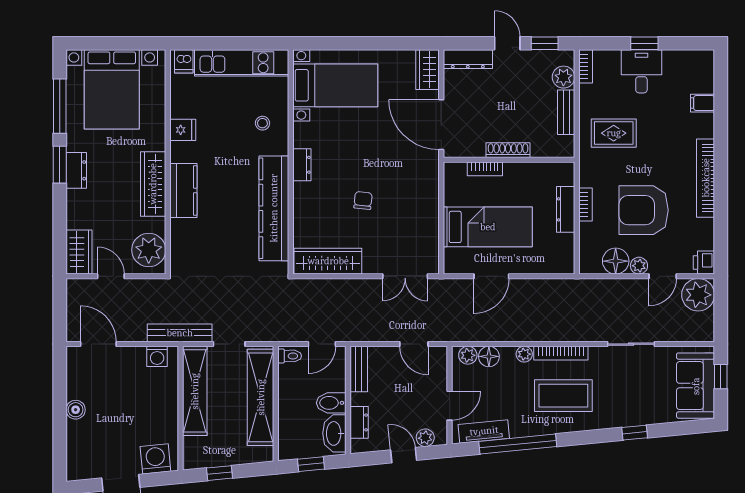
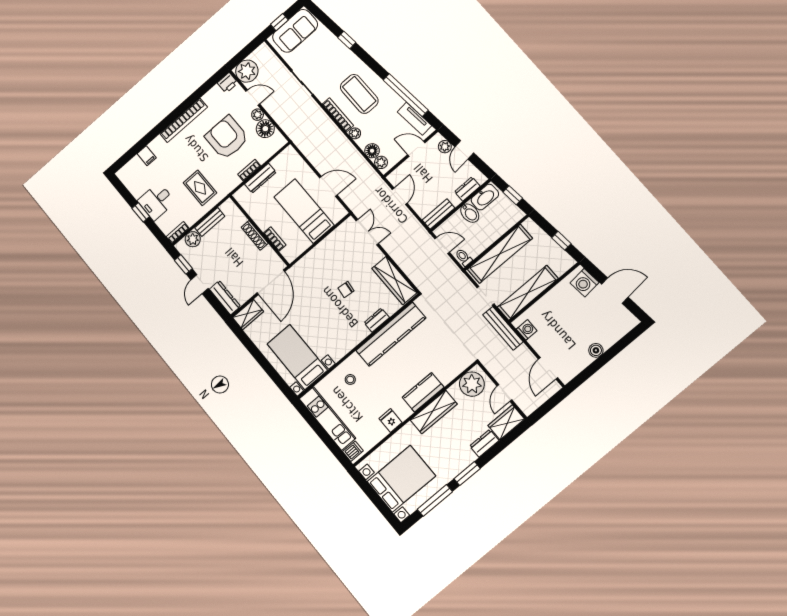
dresser: (302, 165) -> (377, 320), moved
dresser: (76, 170) -> (484, 443), moved
armchair: (644, 210) -> (227, 138), turned 180

